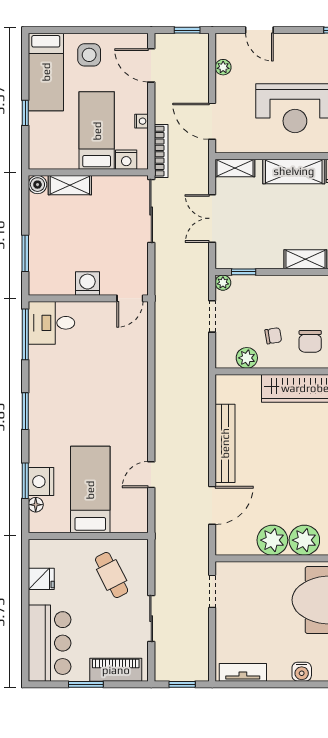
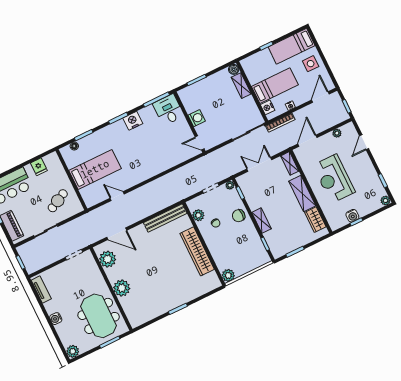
chair: (310, 341) -> (239, 216), moved
bench: (225, 443) -> (165, 218), moved
nightstand: (41, 482) -> (133, 121), moved
plant: (272, 540) -> (108, 259), moved

